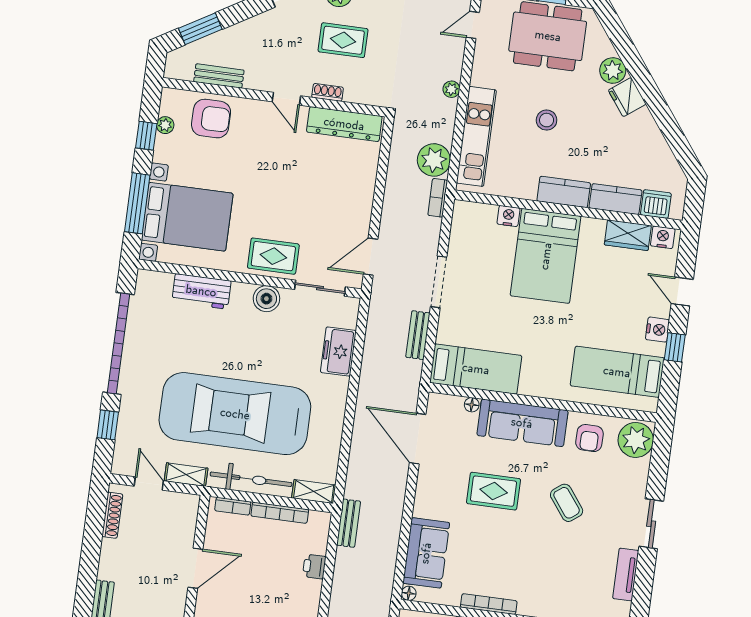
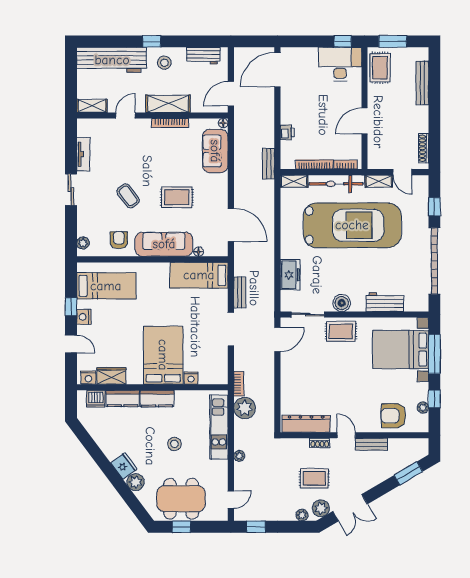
bench: (219, 76) -> (371, 444), moved
plant: (636, 440) -> (83, 243), width x0.53, depth x0.53

